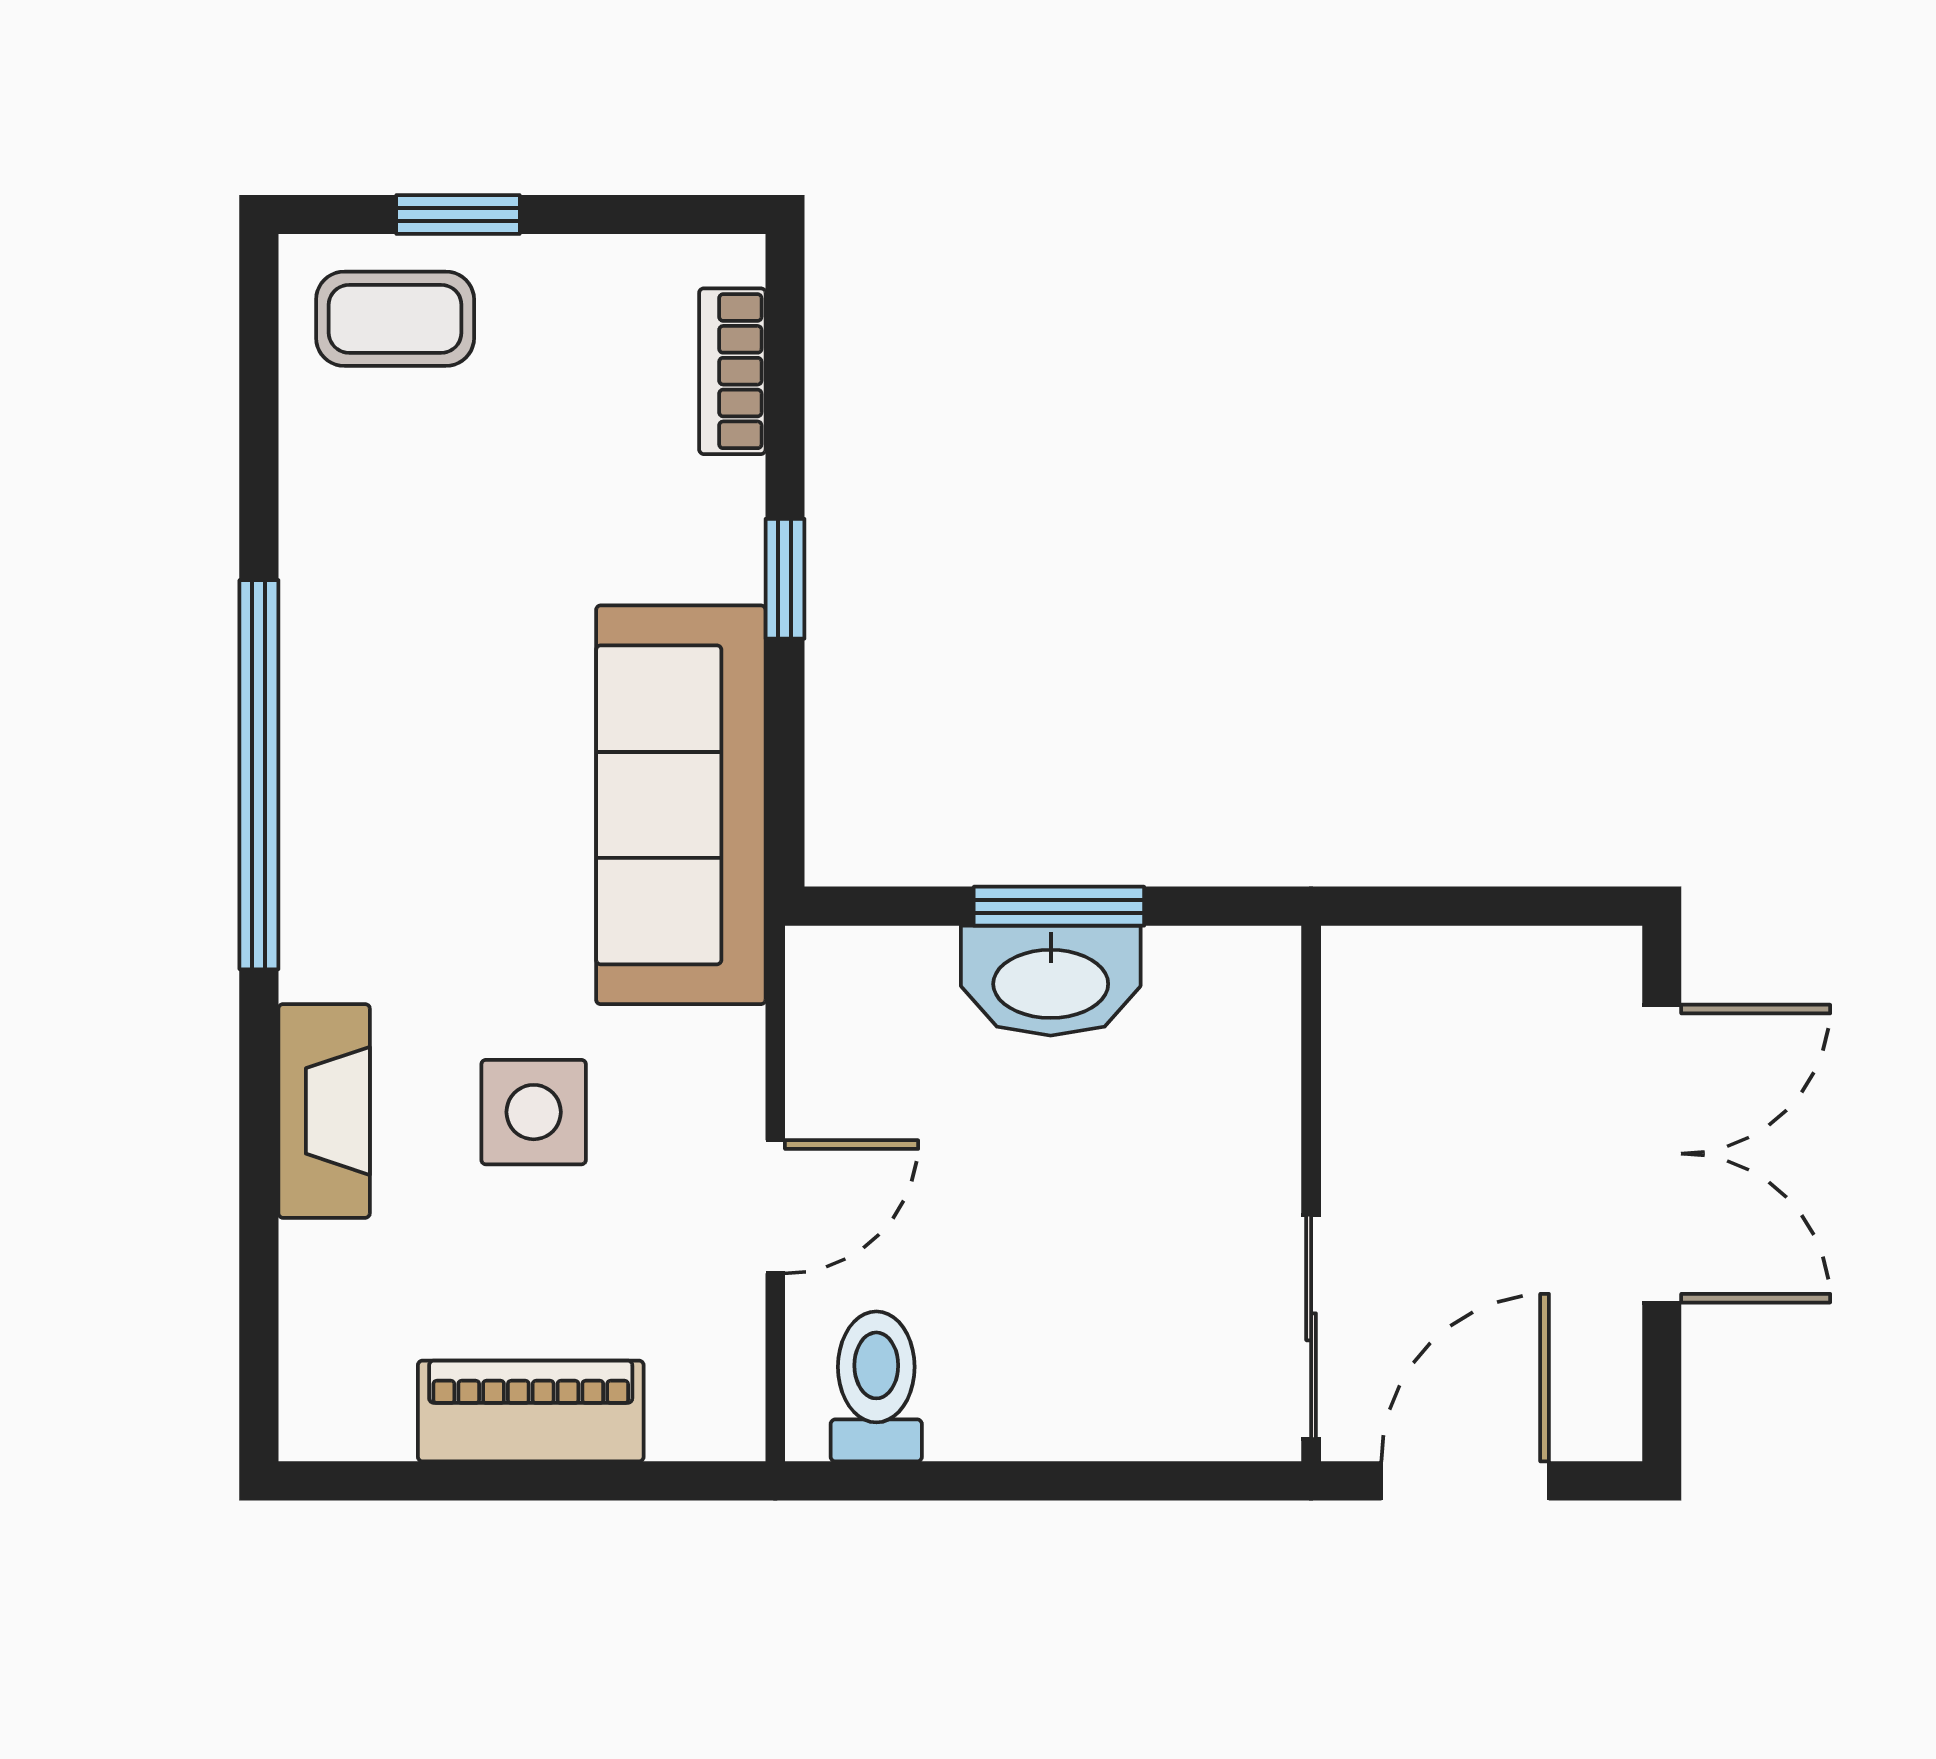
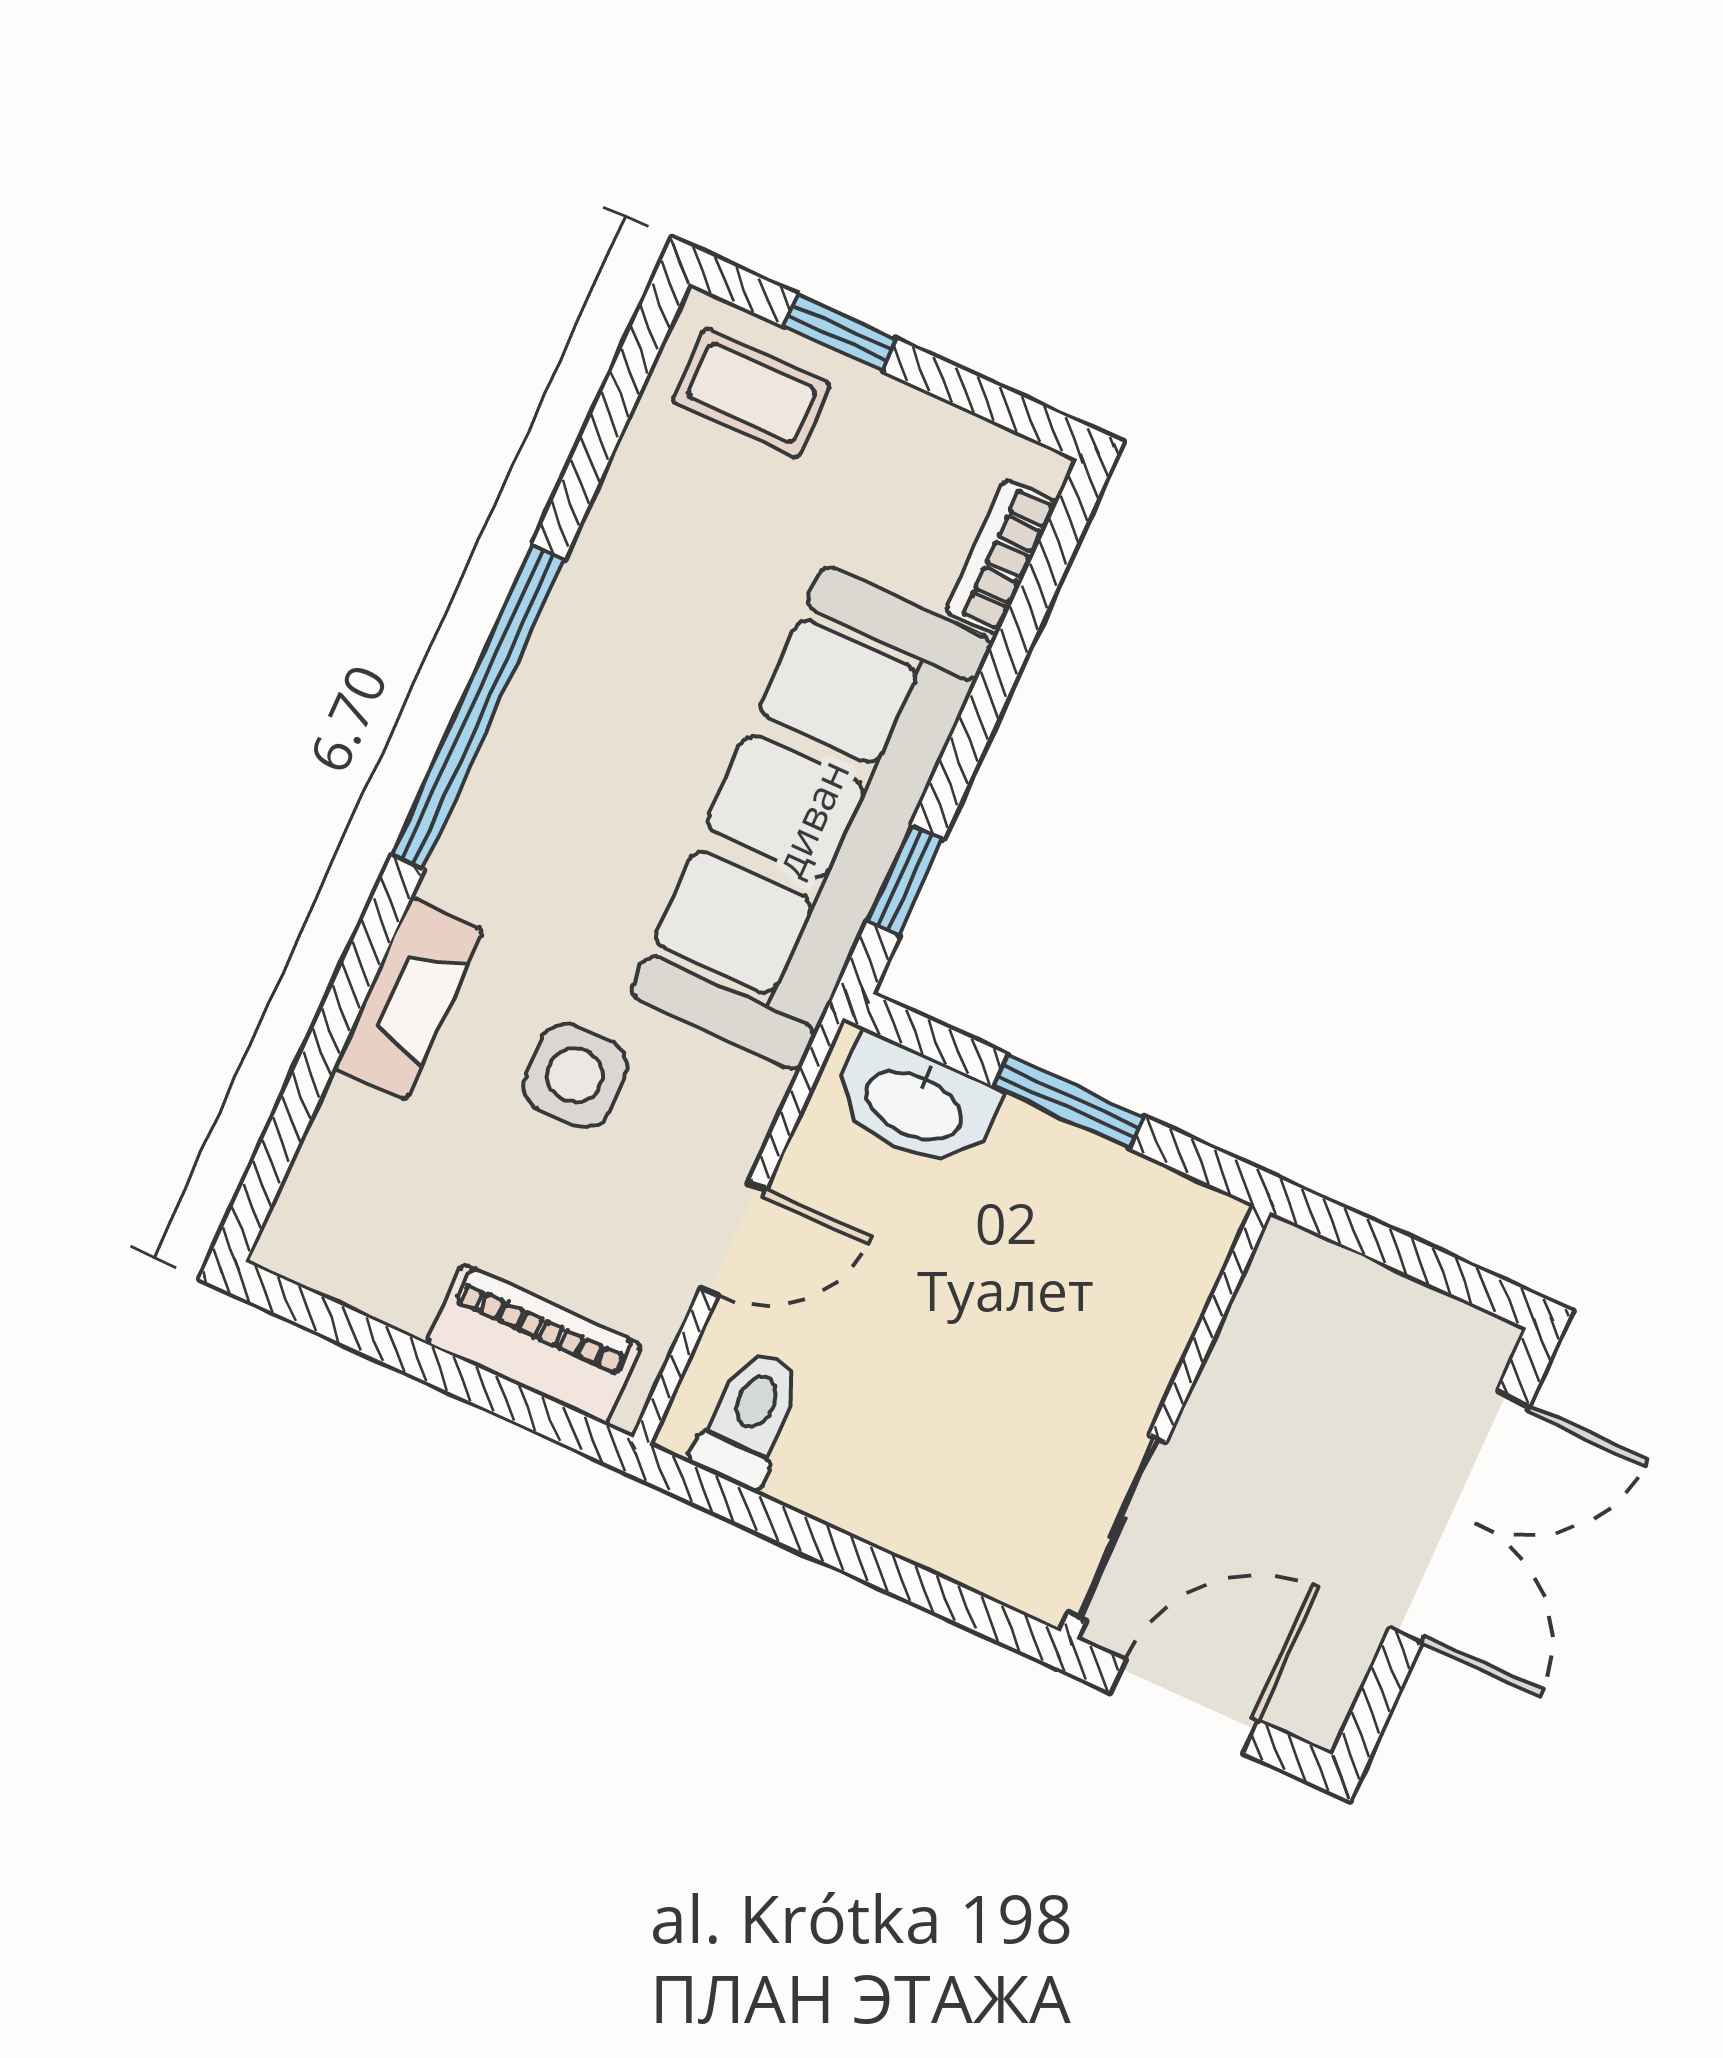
window: (785, 579) -> (905, 880), moved
sofa: (681, 805) -> (811, 818), width x1.36, depth x1.27
washbasin: (1051, 981) -> (915, 1103), moved
piano: (531, 1411) -> (534, 1344), moved

